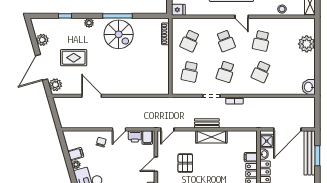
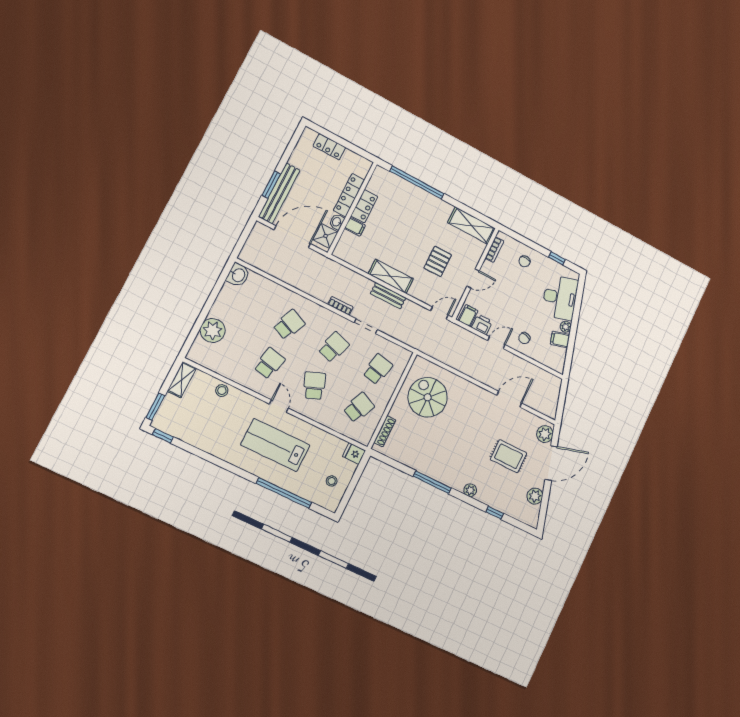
spiral stairs: (119, 34) -> (428, 397), moved
door: (92, 96) -> (509, 399), swing flipped

